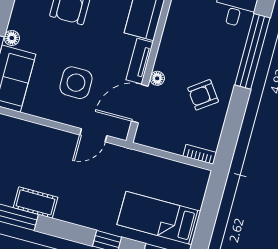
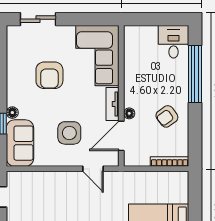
door: (93, 135) -> (93, 169), hinge flipped
bookcase: (200, 154) -> (170, 162), width x1.56

